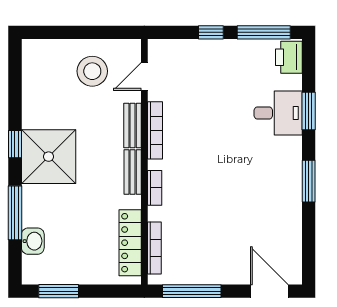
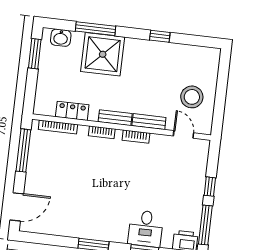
bookcase: (155, 130) -> (136, 137), width x0.64
window: (15, 144) -> (160, 36), moved
shower: (49, 157) -> (103, 54), moved
washbasin: (33, 241) -> (61, 38), moved
locker: (130, 243) -> (72, 111), width x0.66

